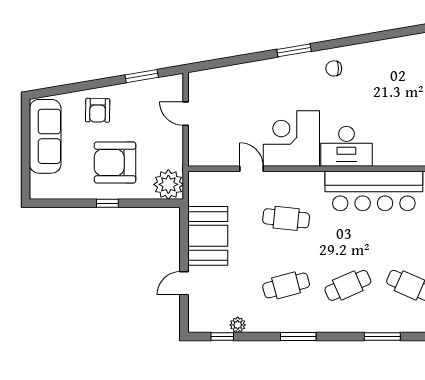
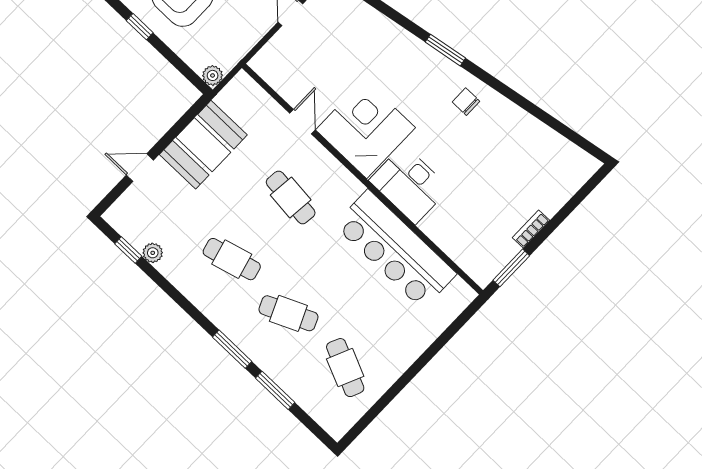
plant: (168, 184) -> (213, 75), width x0.53, depth x0.53
window: (298, 337) -> (232, 349), moved

